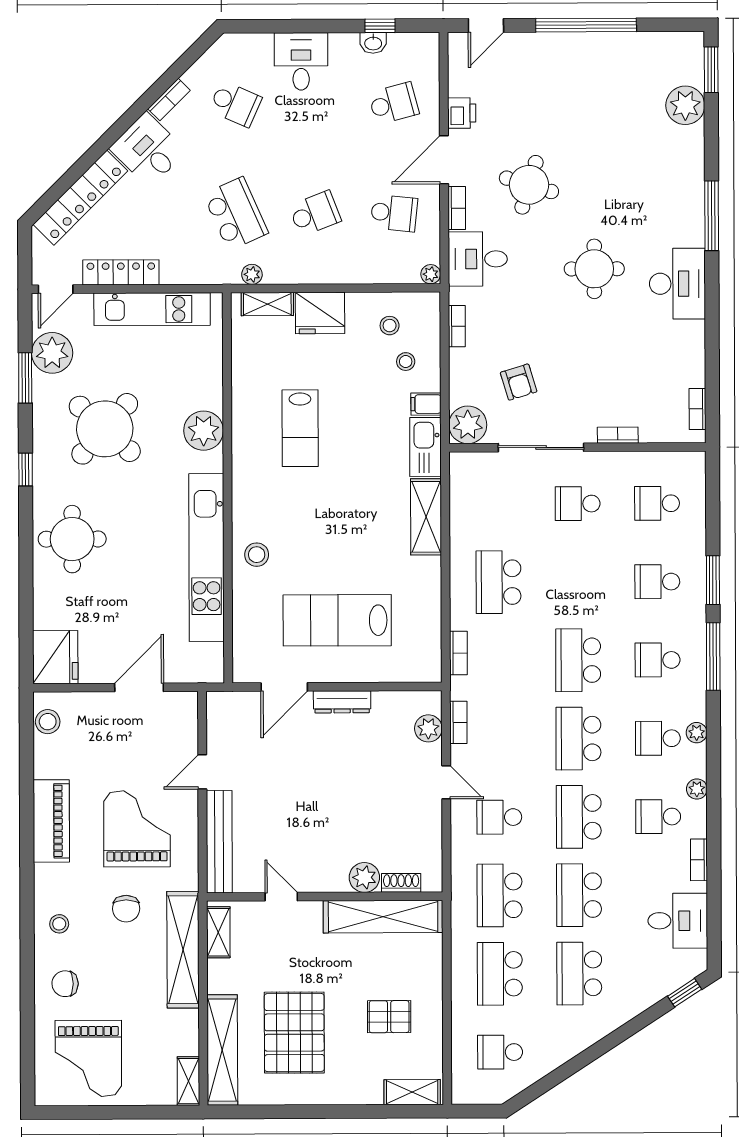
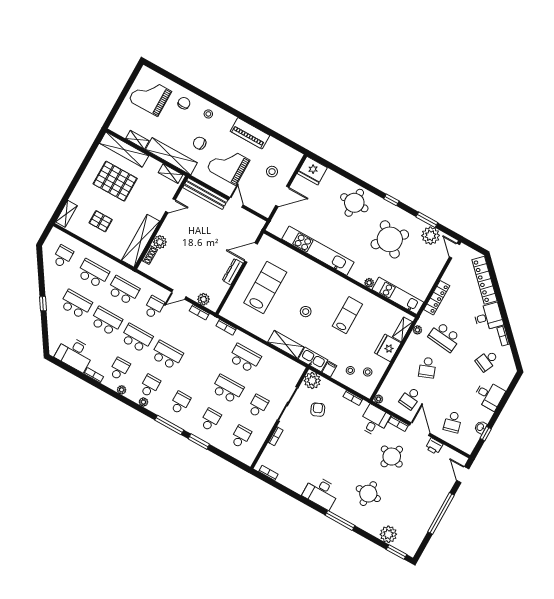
school desk: (236, 214) -> (444, 337), turned 30
round table: (594, 269) -> (368, 494), moved
locker: (121, 272) -> (437, 298), moved
kitchen unit: (152, 309) -> (398, 296), moved, turned 90
armchair: (519, 382) -> (318, 410), turned 83
lab bench: (300, 428) -> (347, 315), turned 90
plant: (204, 431) -> (369, 283), width x0.53, depth x0.53
stool: (257, 555) -> (306, 312), moved
school desk: (578, 660) -> (228, 389), moved
door: (139, 687) -> (282, 196), hinge flipped
door: (284, 687) -> (251, 253), hinge flipped
stool: (48, 722) -> (272, 172), moved
grand piano: (137, 829) -> (228, 165), turned 180
desk: (678, 921) -> (75, 354), width x1.37
window: (685, 993) -> (43, 304), moved
pallet: (389, 1017) -> (101, 221), turned 90
shelving: (188, 1081) -> (137, 140), moved

